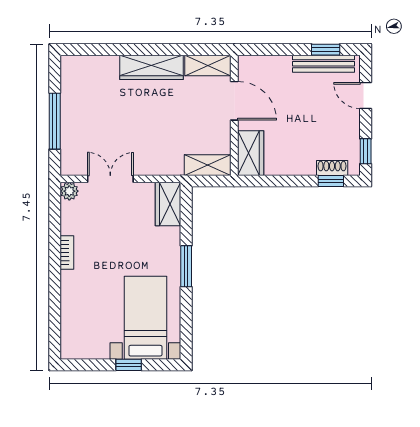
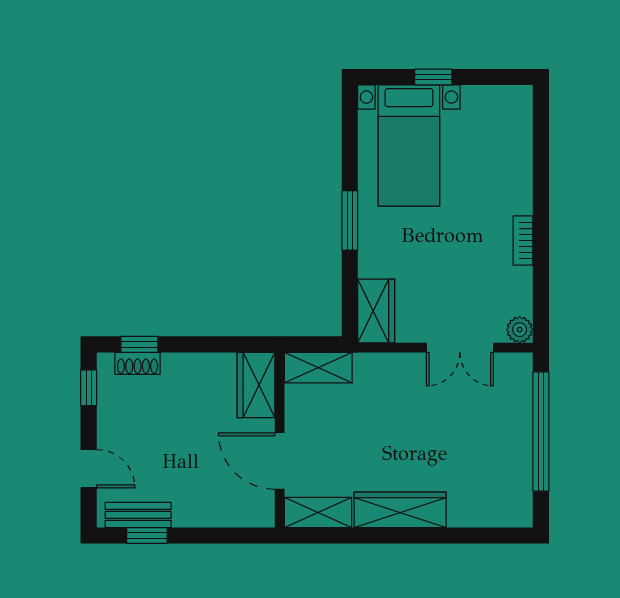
bench: (323, 64) -> (138, 515), width x0.73
window: (55, 121) -> (541, 432), width x1.46

